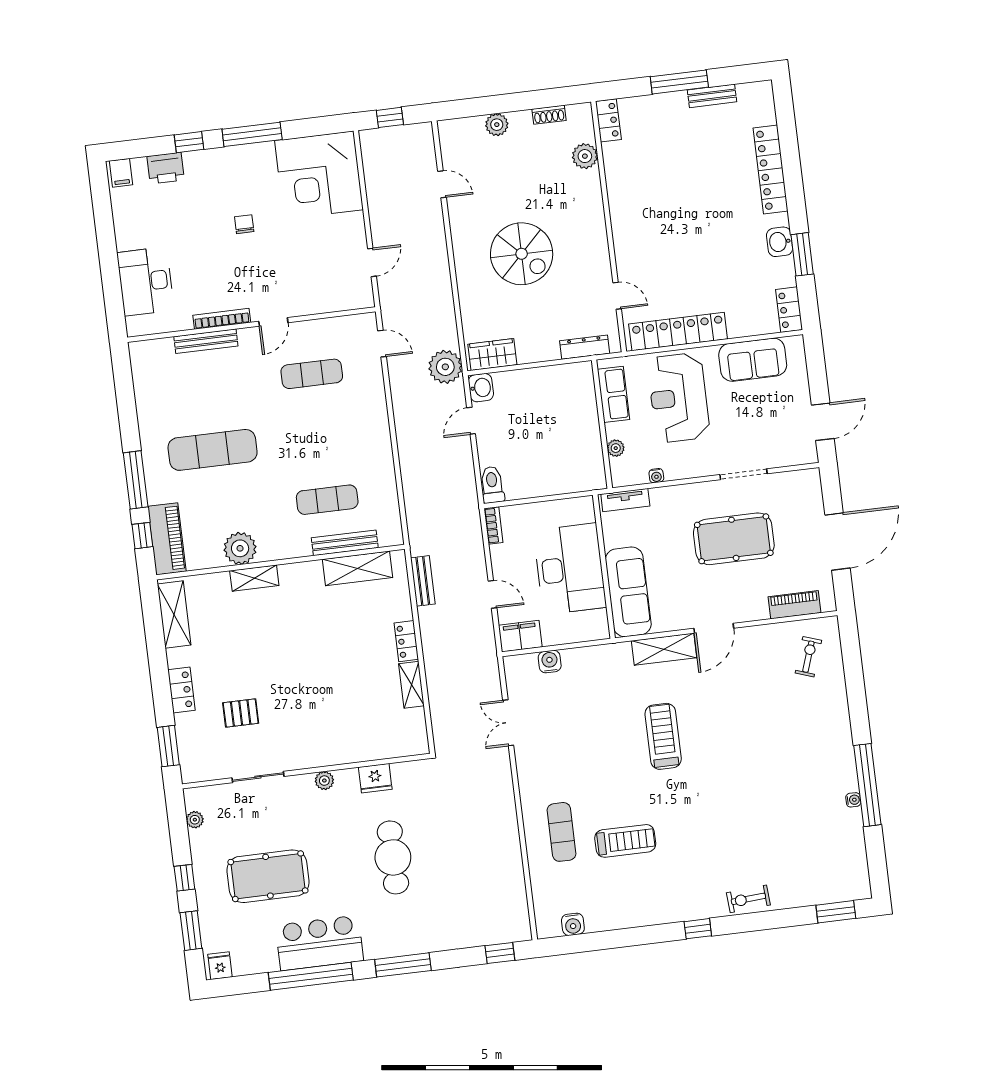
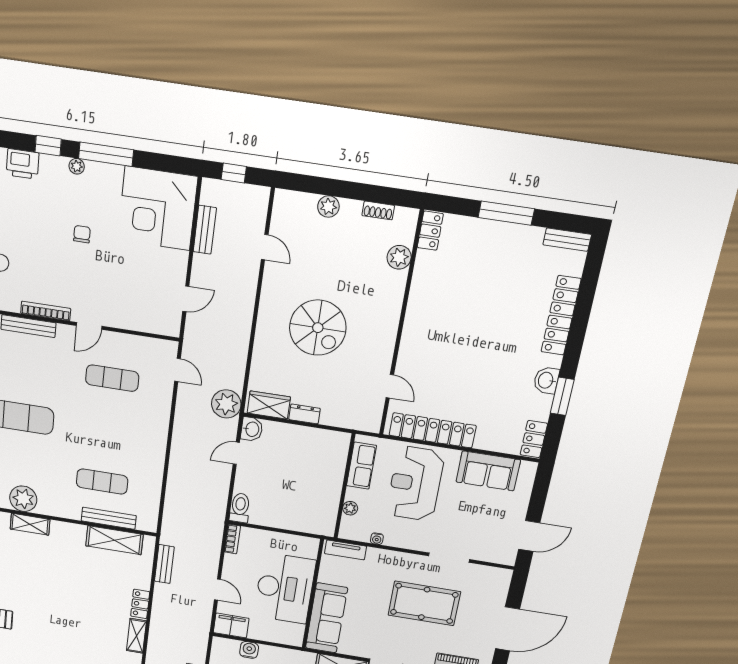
bench: (712, 96) -> (567, 240), moved
plant: (224, 155) -> (77, 166), added
bench: (374, 184) -> (205, 230), added
dresser: (585, 347) -> (305, 414), moved, width x0.70

